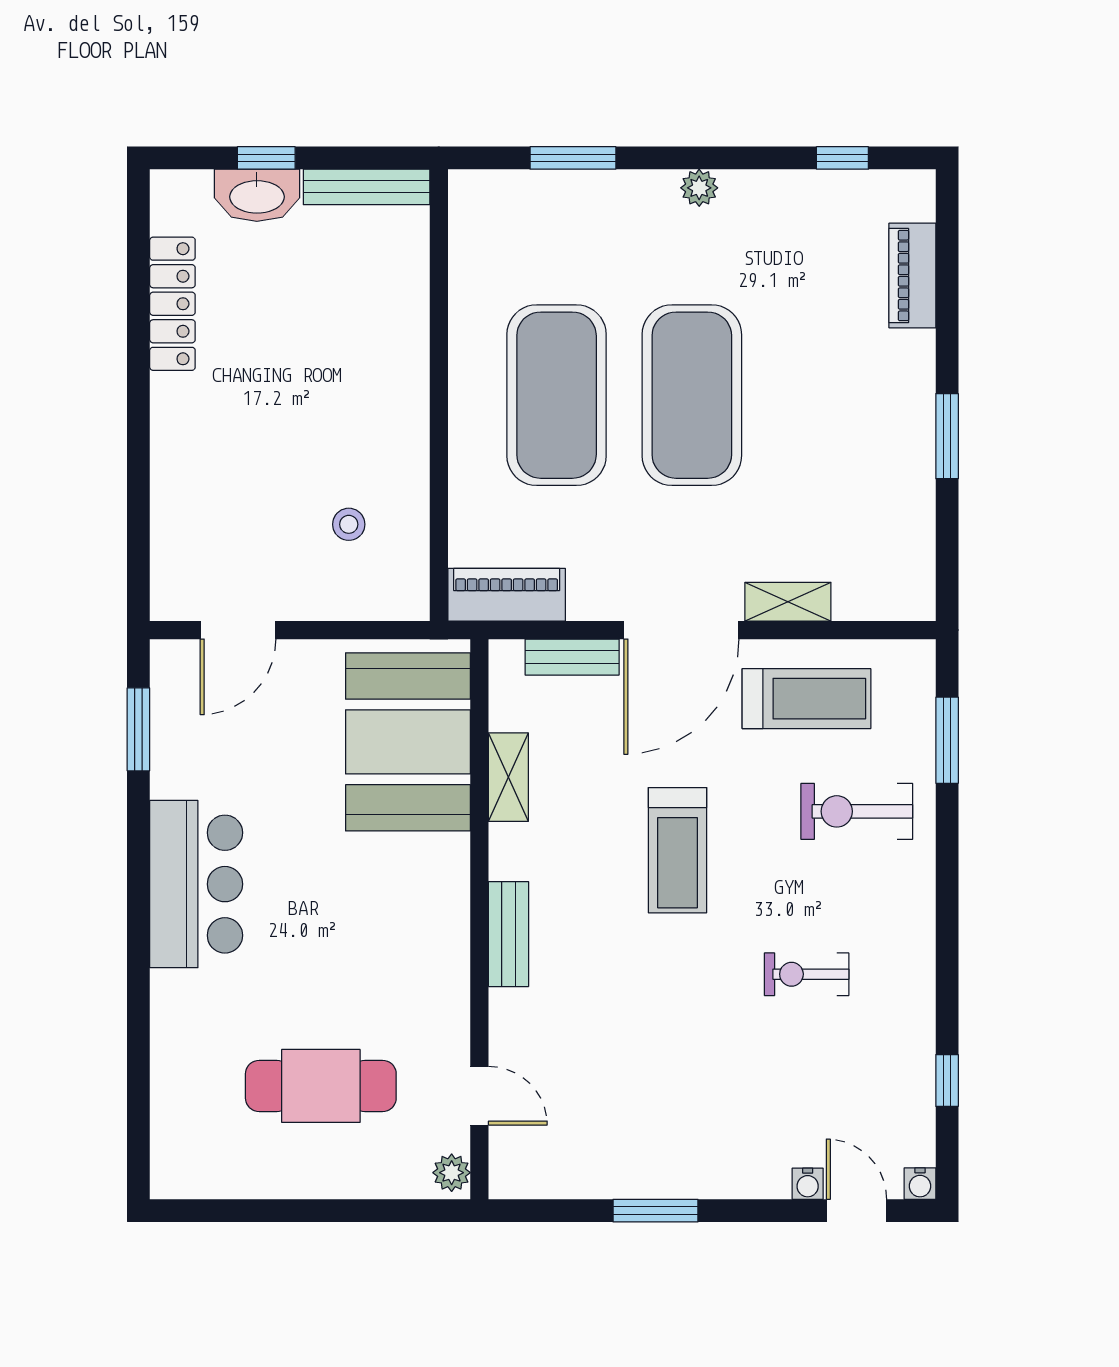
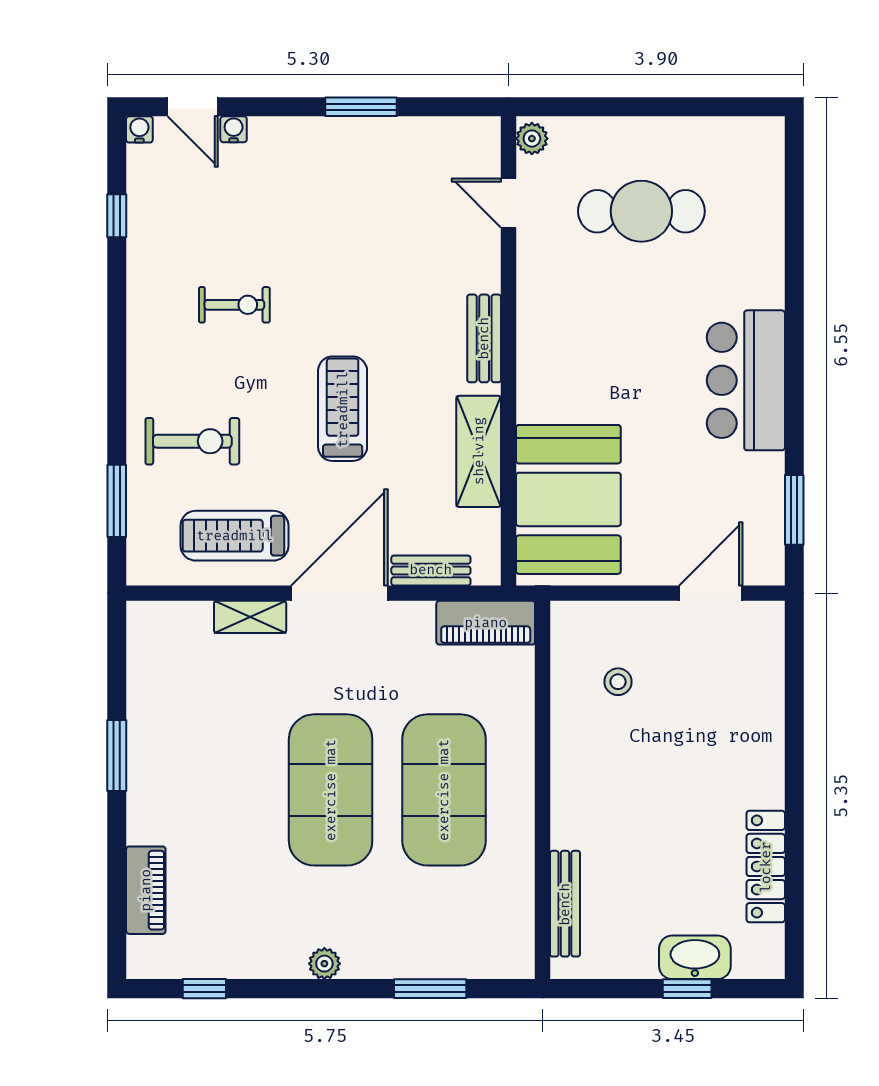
bench: (367, 187) -> (565, 904), moved, turned 90
shelving: (508, 777) -> (479, 451), width x1.50, depth x1.33

